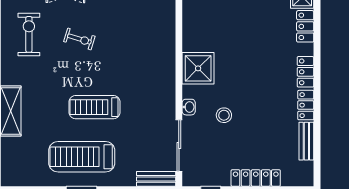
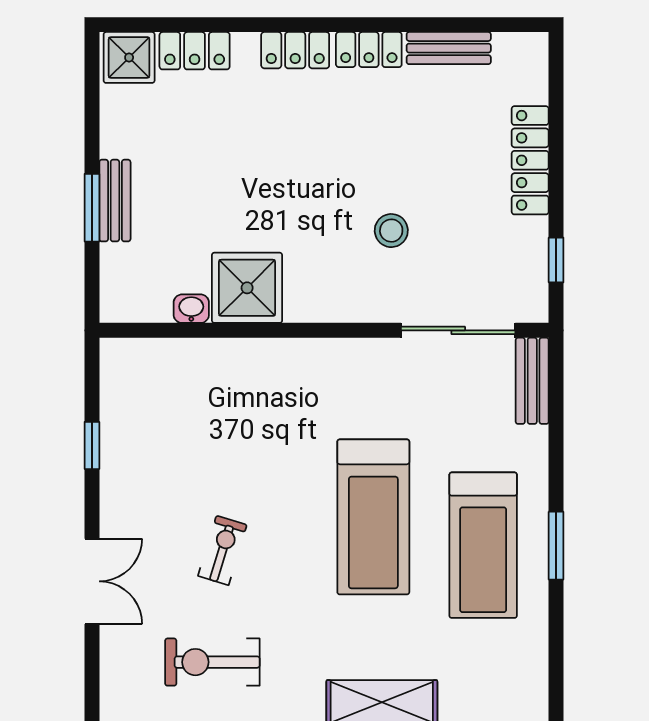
shower: (198, 68) -> (247, 288), moved
treadmill: (94, 107) -> (373, 517), width x1.37, depth x1.38
washbasin: (189, 107) -> (191, 309), moved

